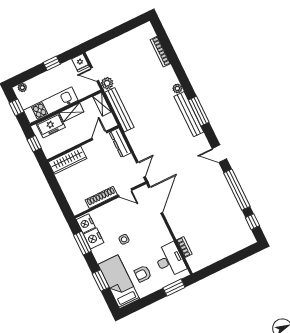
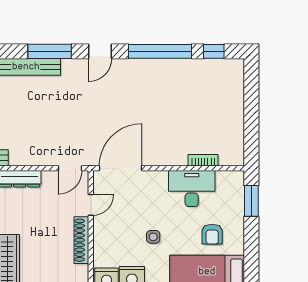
window: (199, 111) -> (50, 51), moved
door: (141, 170) -> (70, 168), swing flipped
door: (156, 200) -> (121, 168), hinge flipped
desk: (170, 260) -> (192, 189), moved

